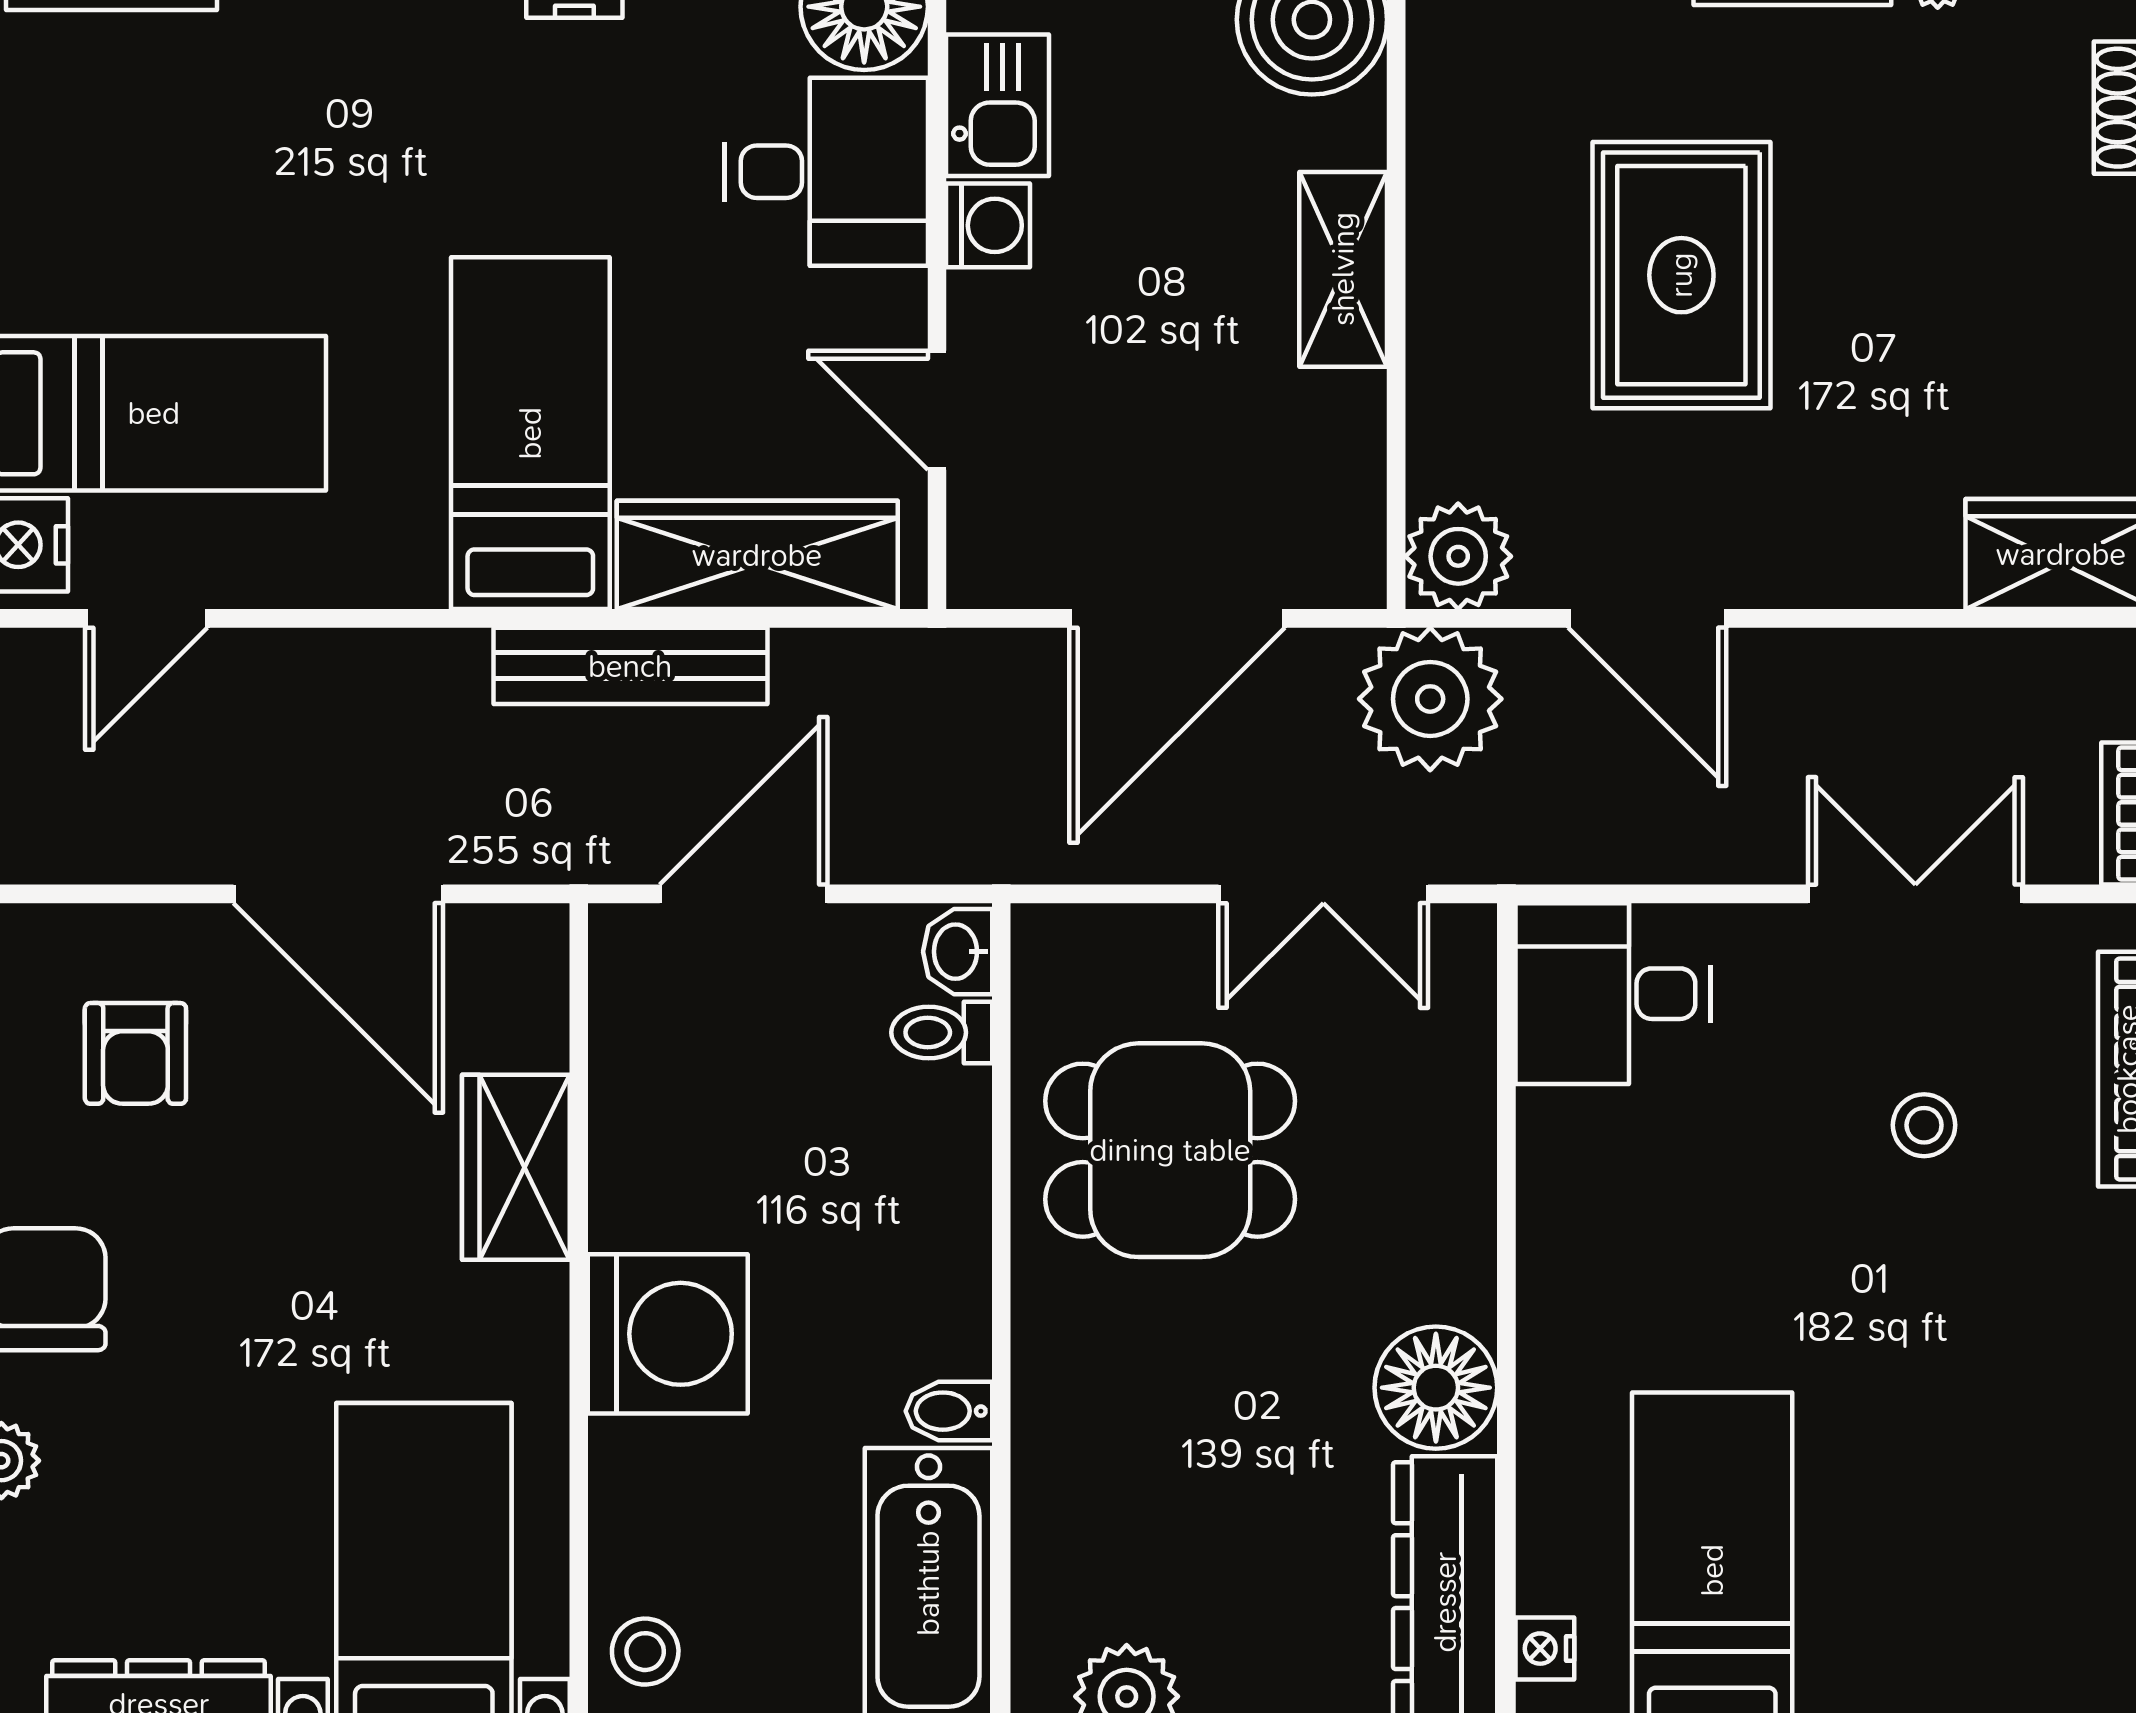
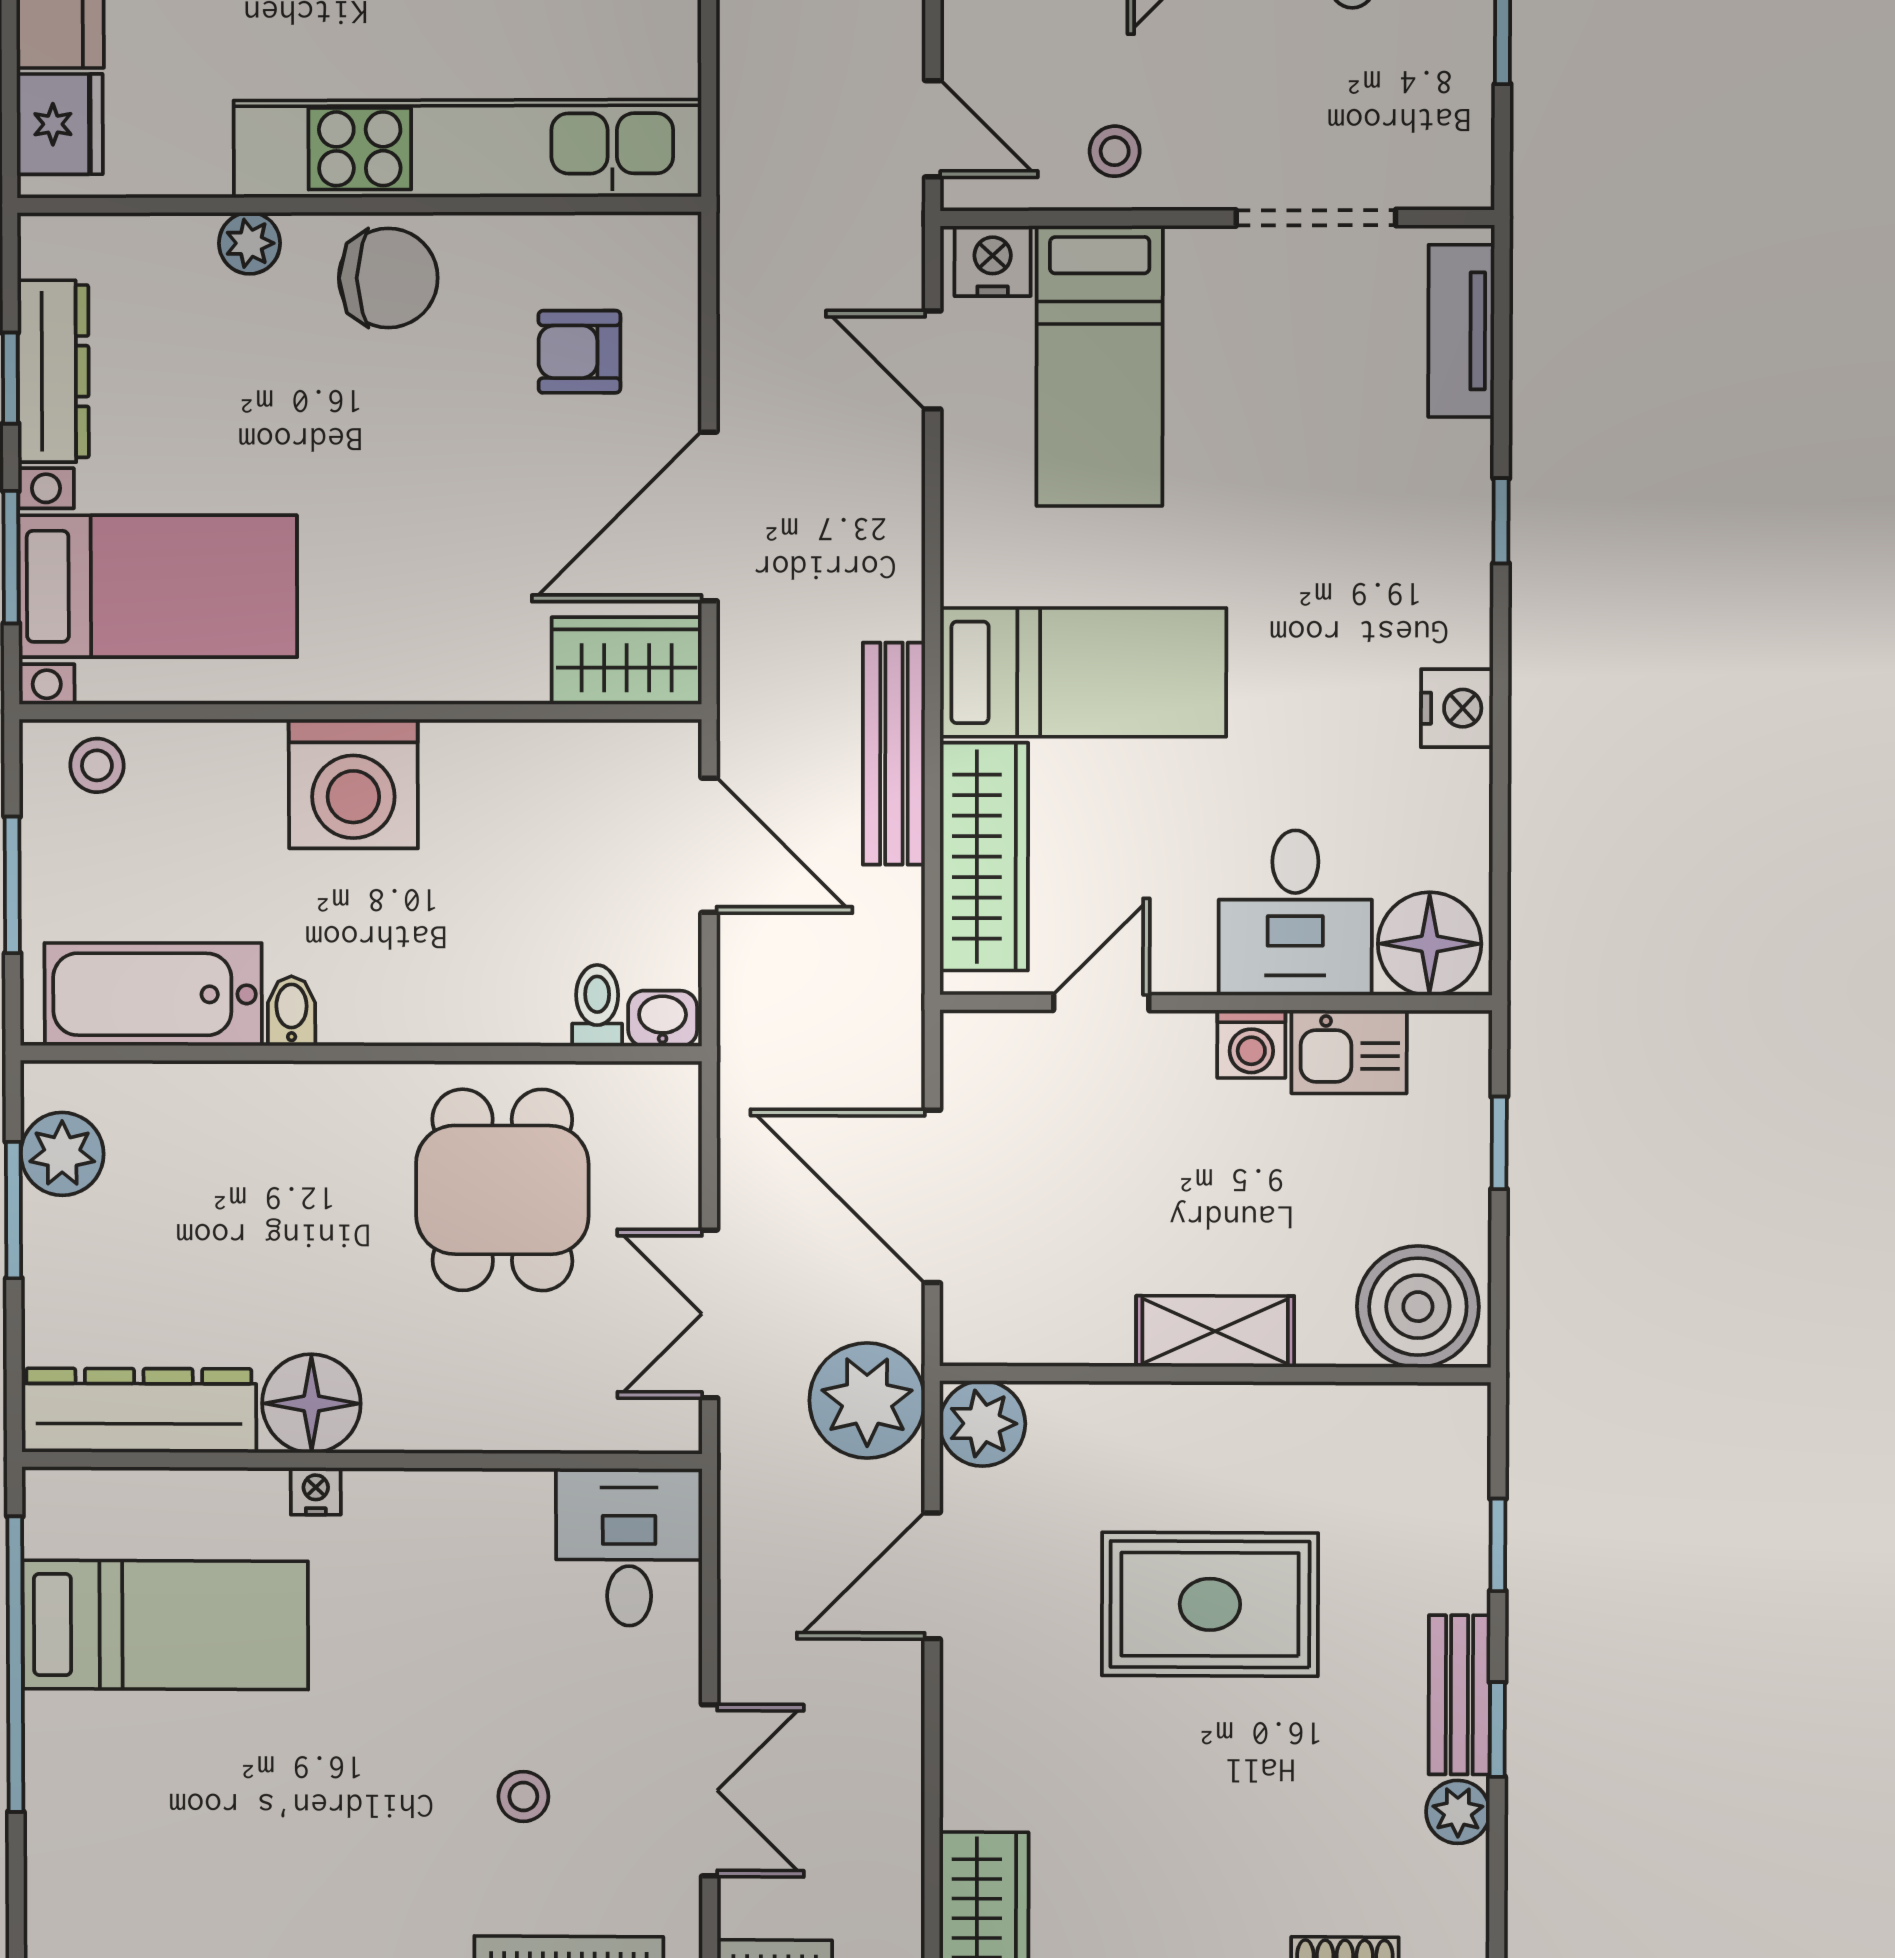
wardrobe: (516, 1167) -> (627, 661), moved
nightstand: (1545, 1649) -> (316, 1491), moved

